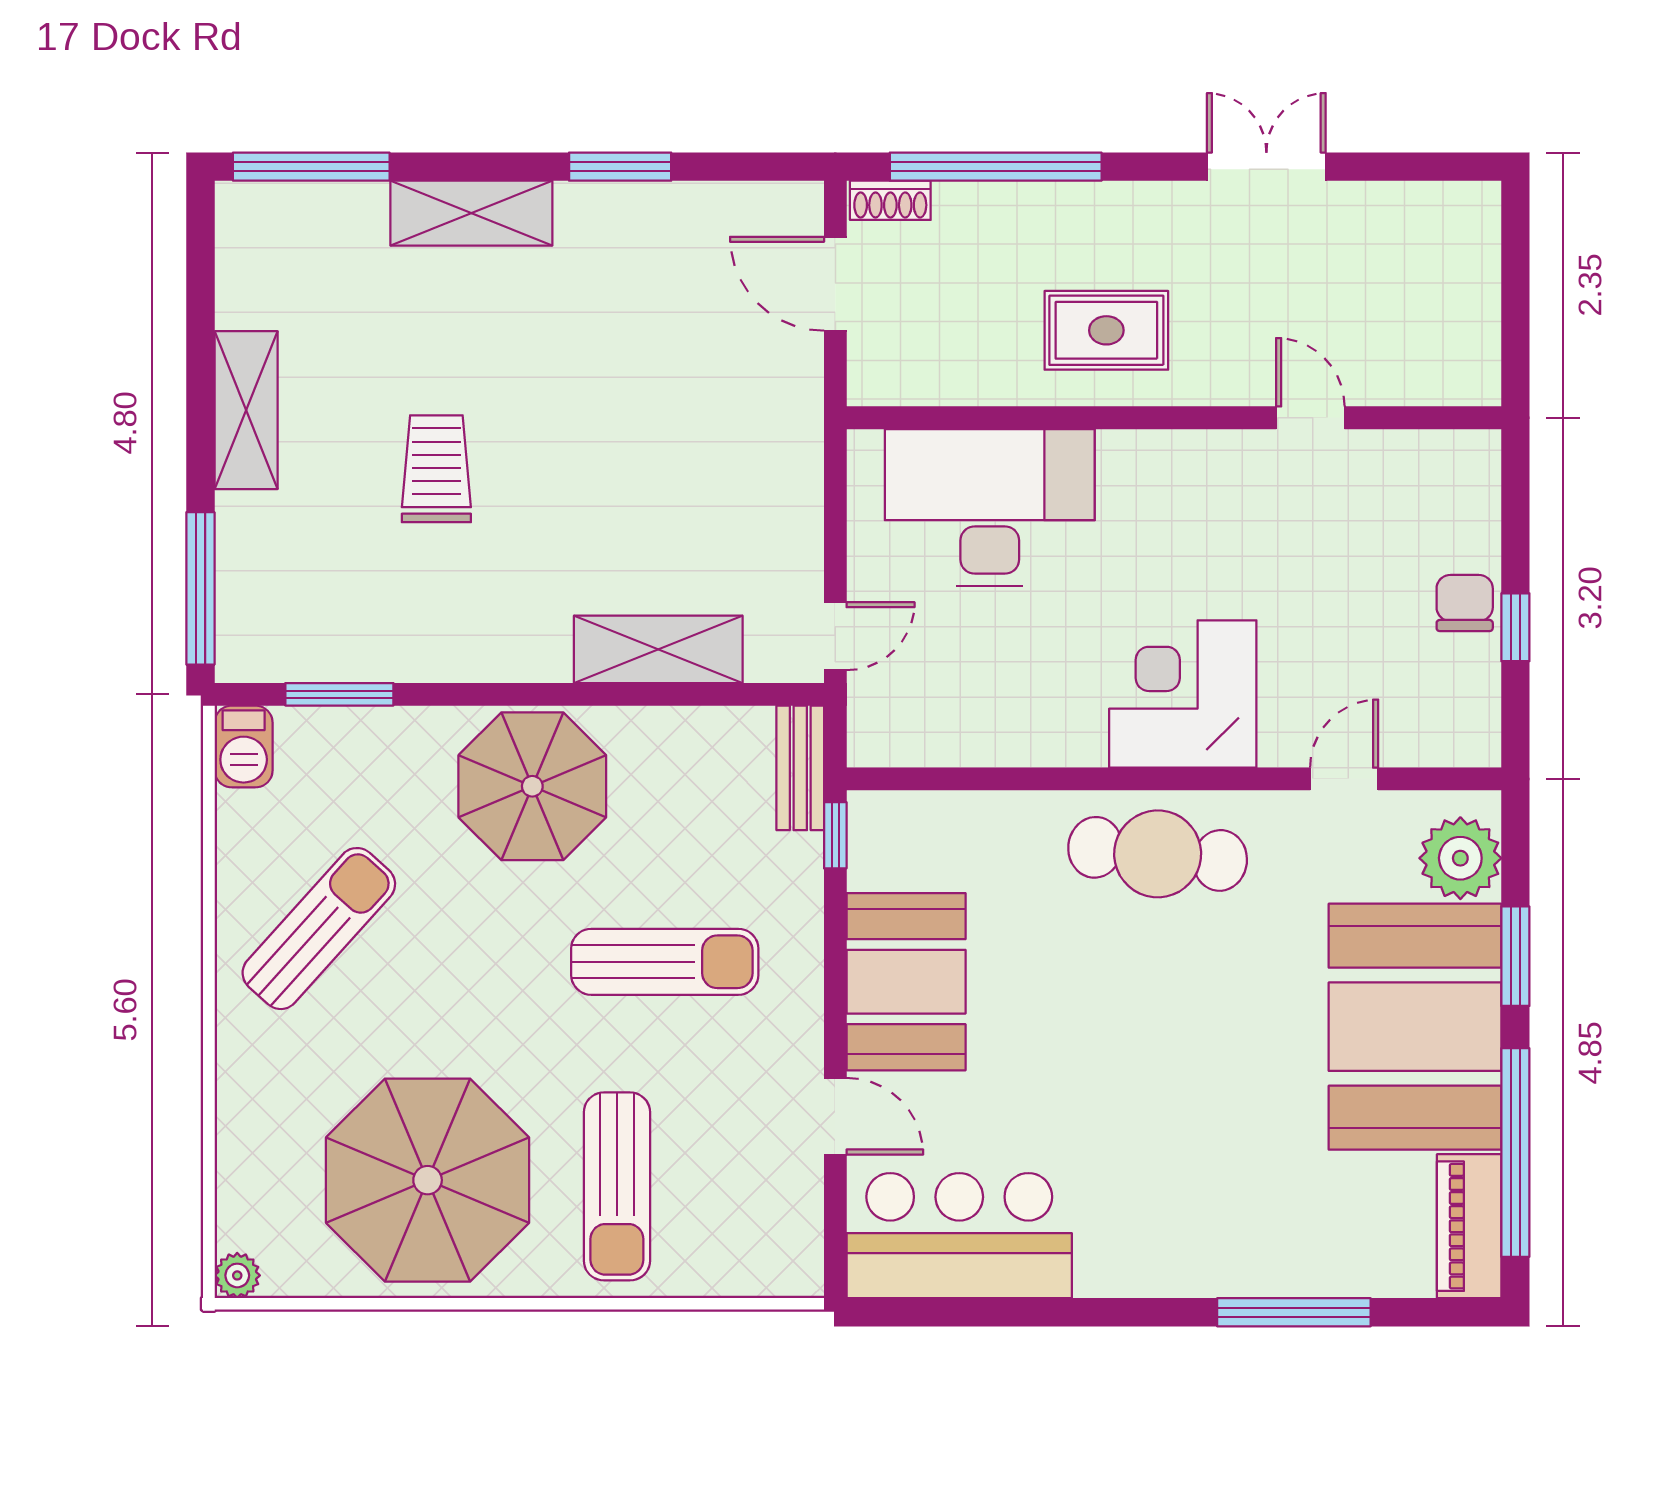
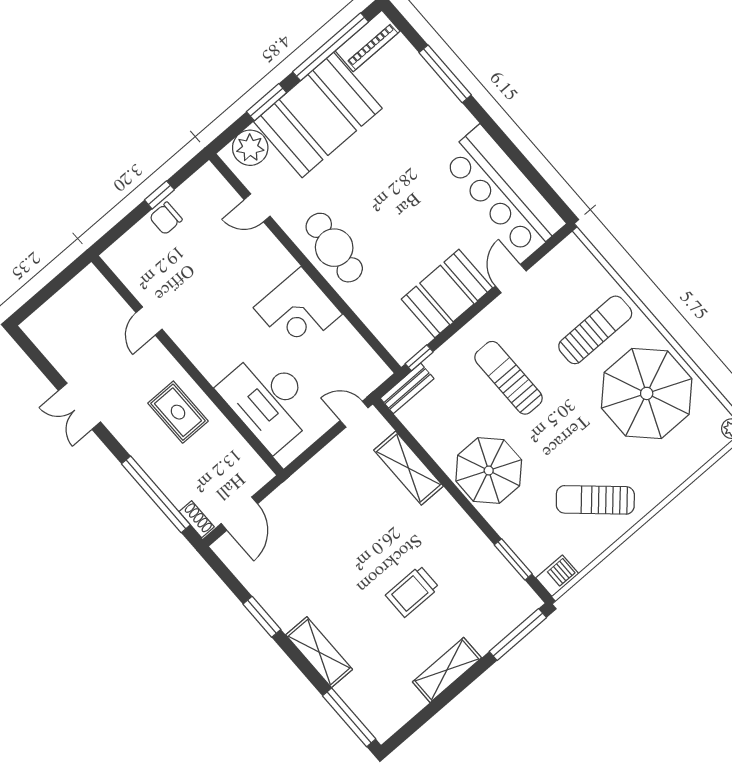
corner desk: (1183, 694) -> (298, 311), moved
bar counter: (959, 1236) -> (503, 191), width x1.36

